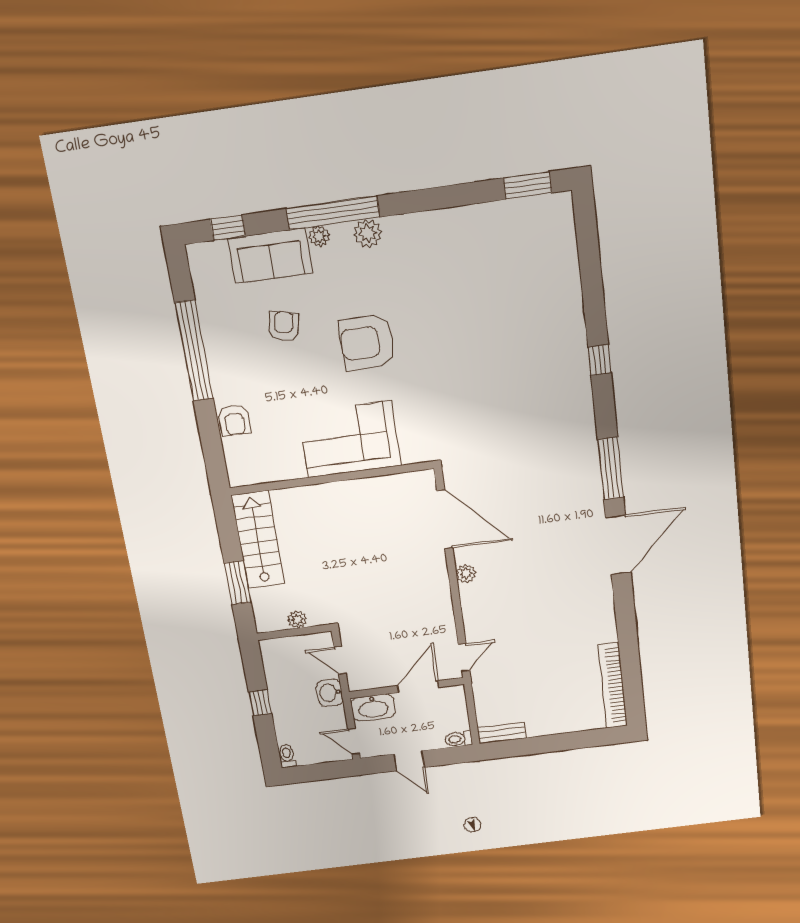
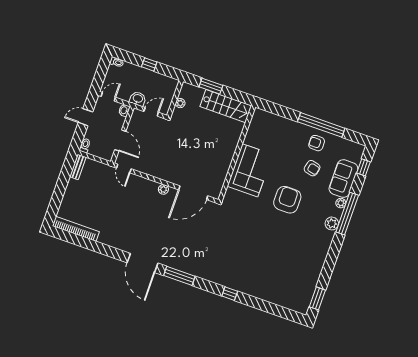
armchair: (234, 420) -> (317, 143), moved
washbasin: (373, 708) -> (124, 110), width x0.52, depth x0.69

